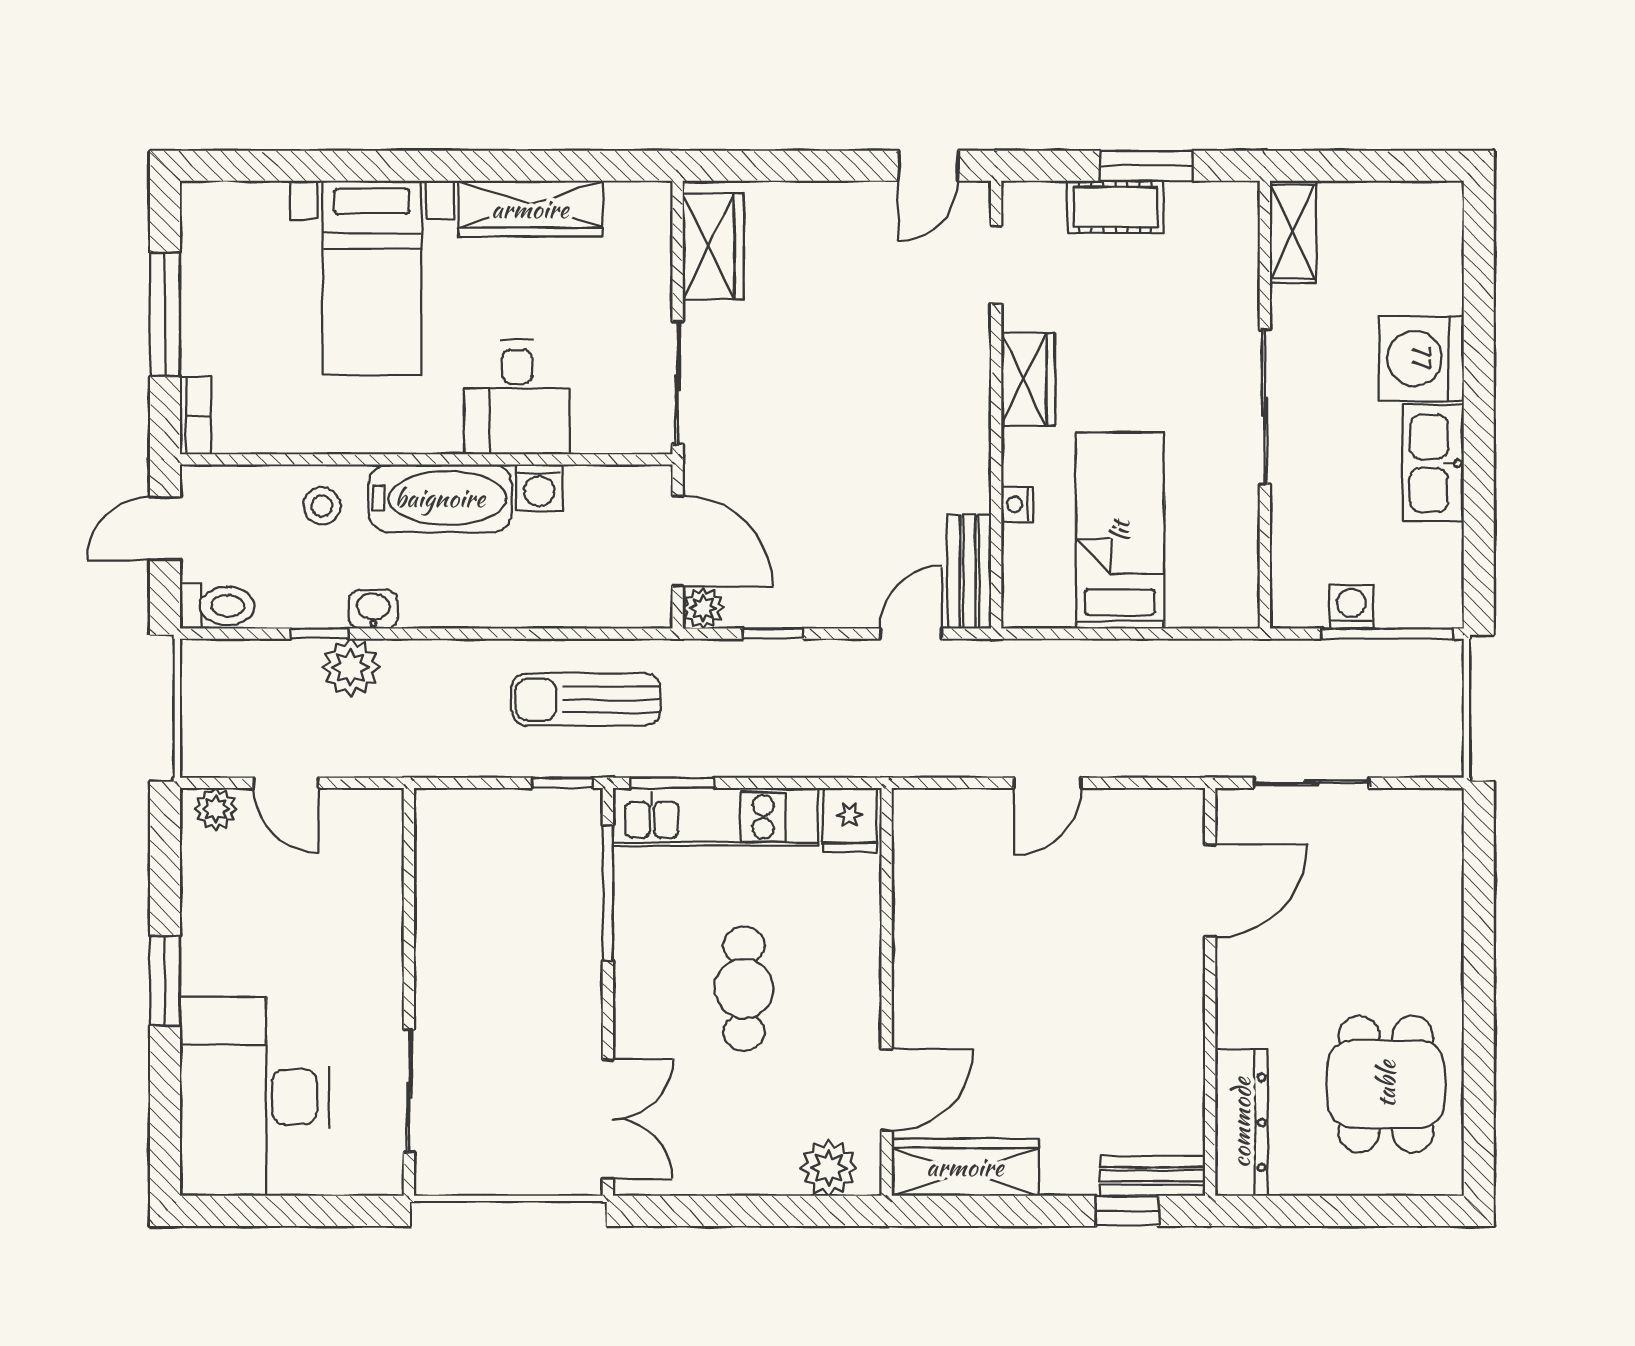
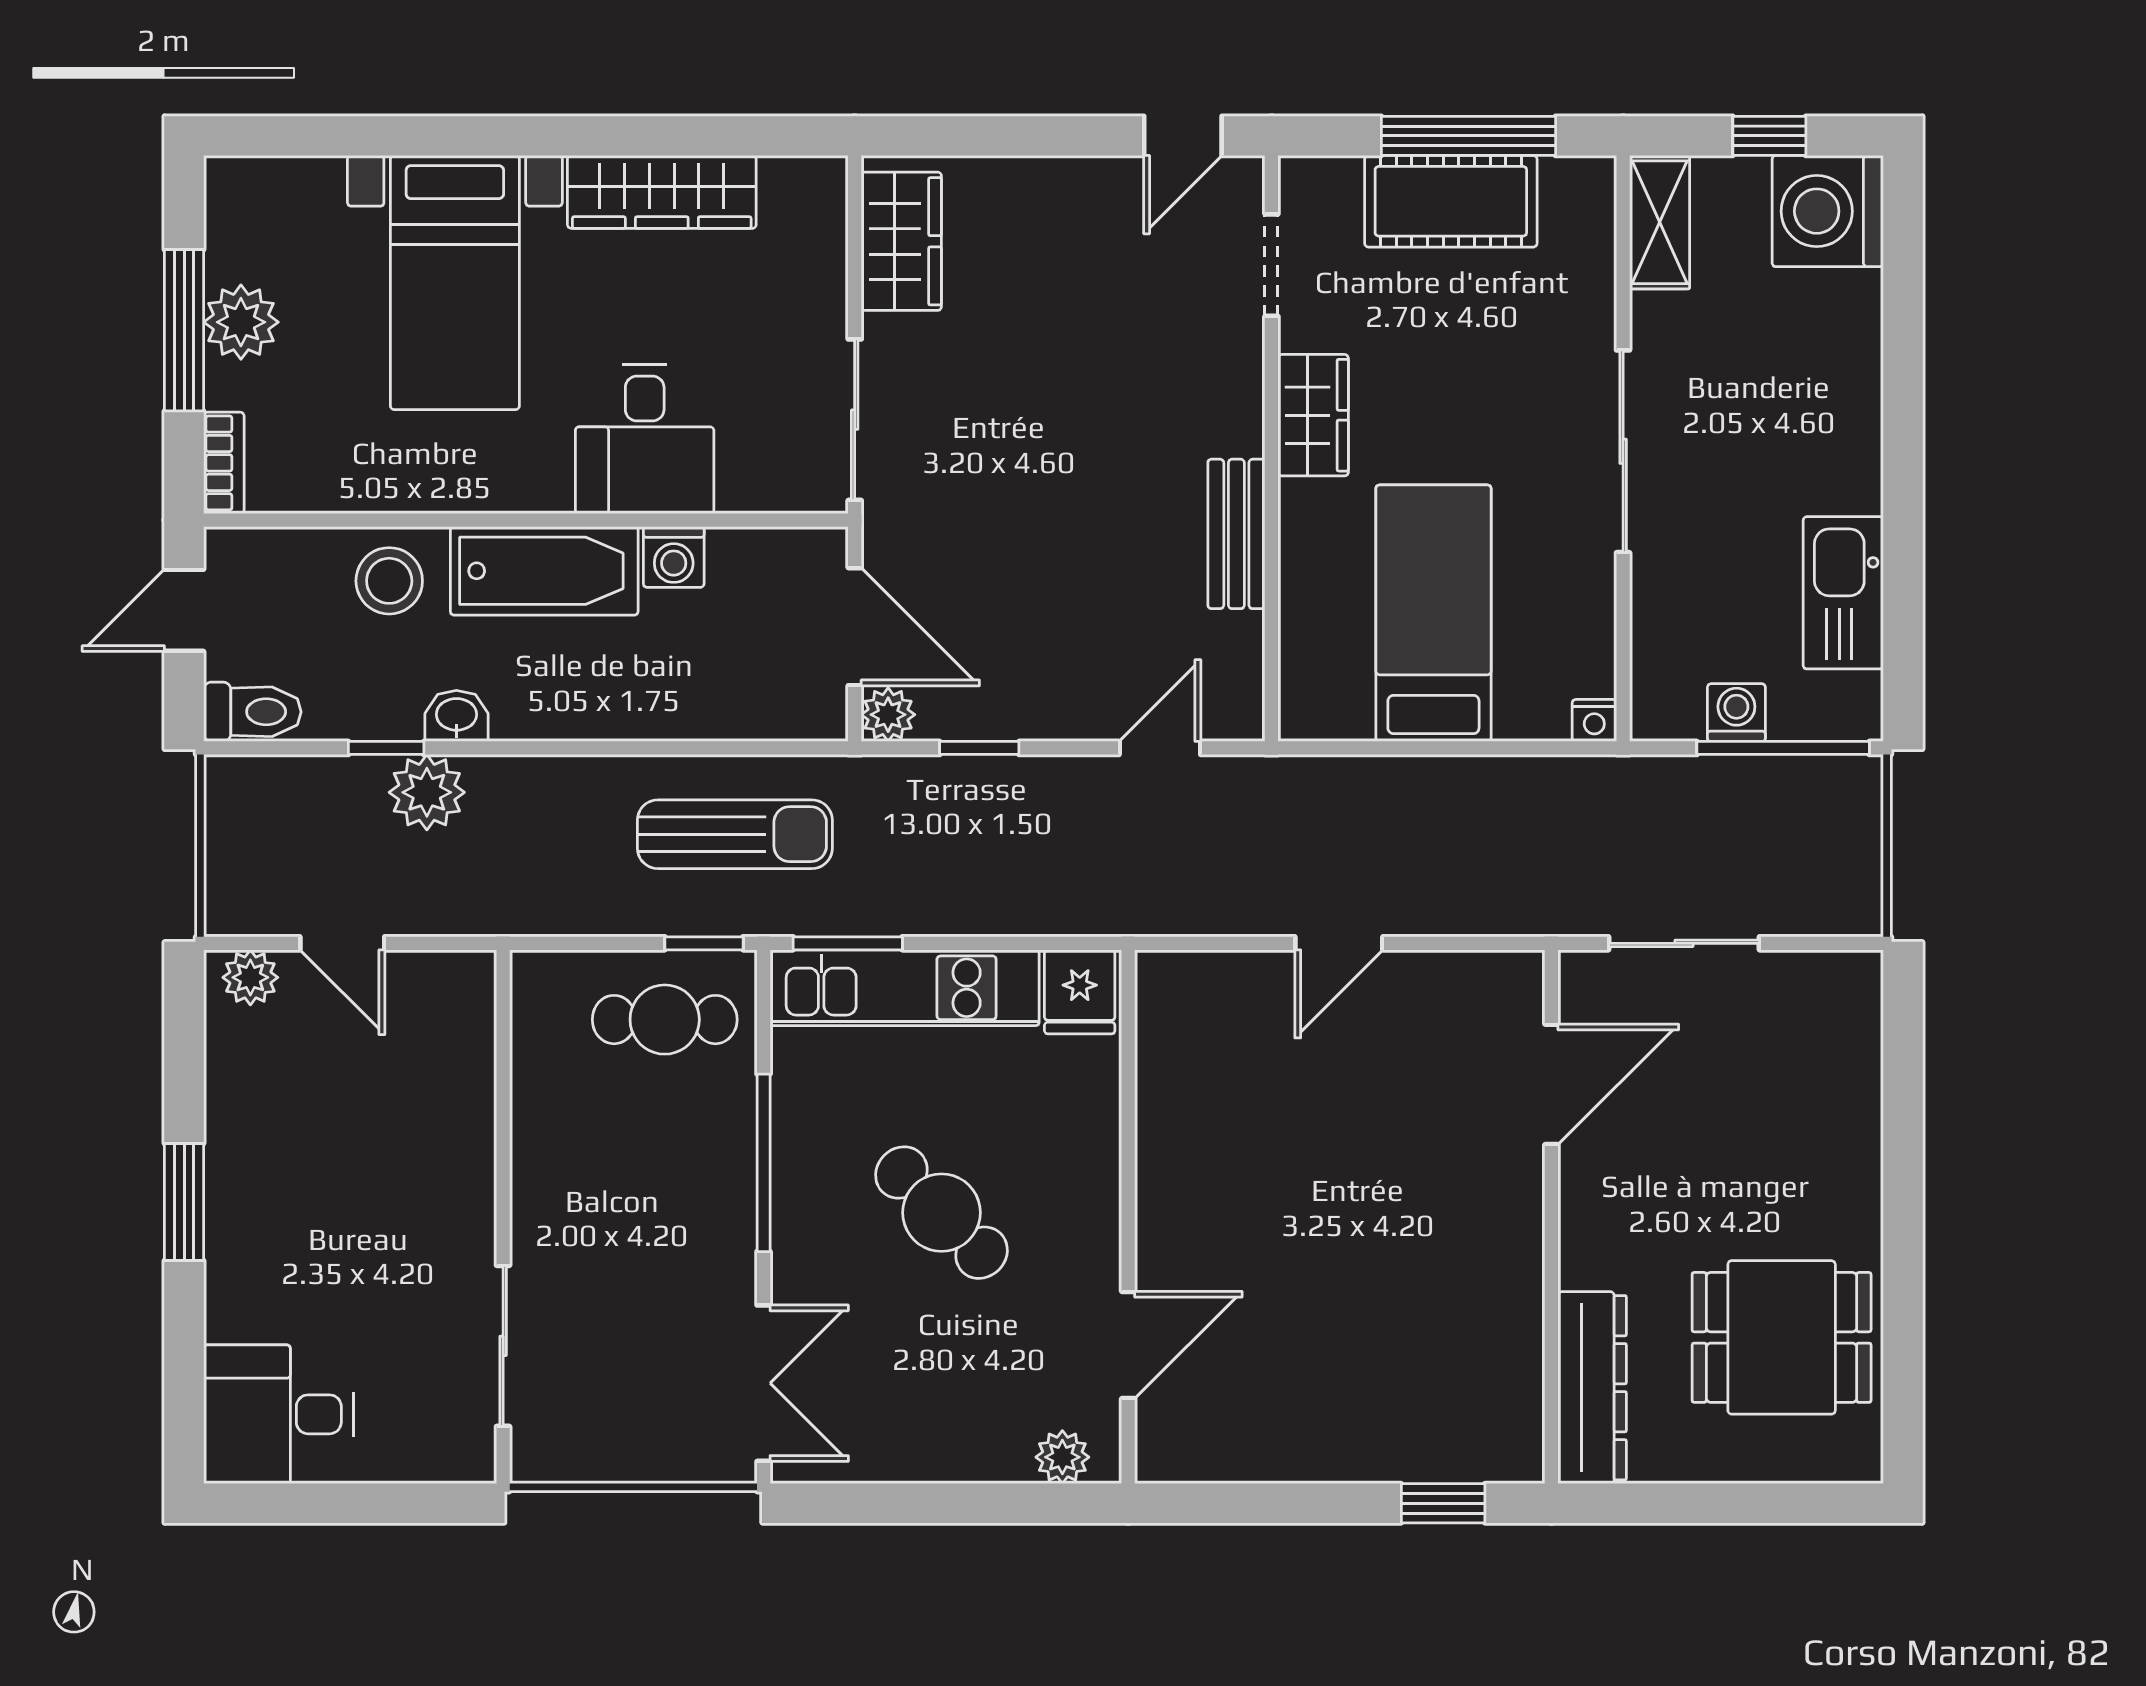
window: (1147, 166) -> (1468, 136), width x1.44
window: (1377, 166) -> (1769, 136), added
cot: (1115, 207) -> (1451, 201), width x1.37, depth x1.34
plant: (209, 308) -> (241, 322), added
washing machine: (1421, 359) -> (1828, 211), moved
kitchen sink: (1433, 463) -> (1843, 593), moved
nightstand: (1017, 504) -> (1594, 720), moved, turned -90
stool: (322, 506) -> (389, 581), width x1.37, depth x1.37
bench: (969, 571) -> (1236, 534), moved
sun lounger: (586, 699) -> (735, 834), turned 180
cafe table: (532, 841) -> (665, 1020), added
window: (608, 893) -> (764, 1163), moved
cafe table: (744, 989) -> (941, 1213), turned -45
dining table: (1386, 1084) -> (1782, 1337), turned 90
desk: (254, 1097) -> (278, 1414), width x0.53, depth x0.77
wardrobe: (965, 1167) -> (1231, 1446), removed
plant: (829, 1168) -> (1062, 1457), width x0.73, depth x0.73
bench: (1153, 1176) -> (1476, 1457), removed

